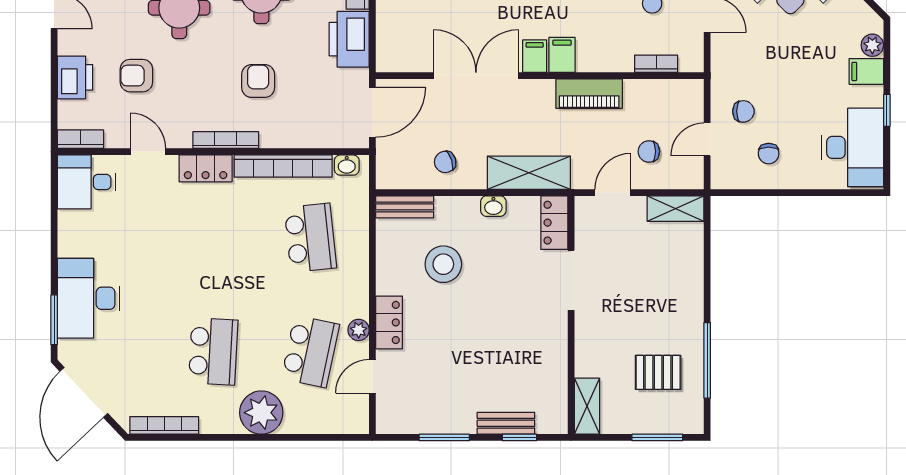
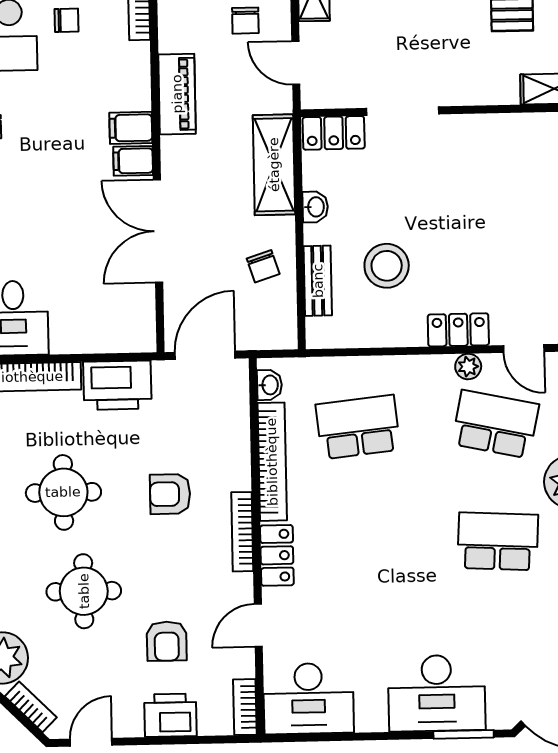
door: (372, 112) -> (205, 355), hinge flipped
desk: (86, 182) -> (309, 699), width x1.37
bench: (405, 207) -> (318, 281), moved

